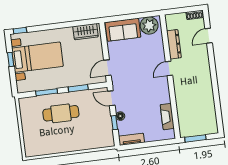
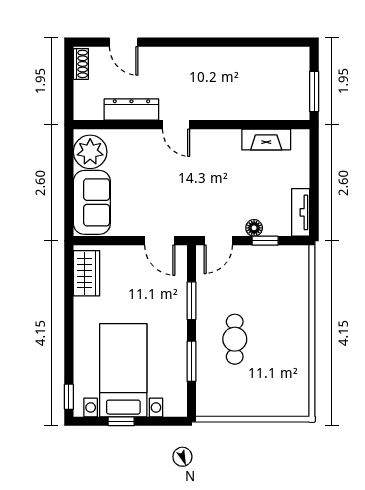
cafe table: (61, 113) -> (235, 339), width x0.73, depth x0.74

